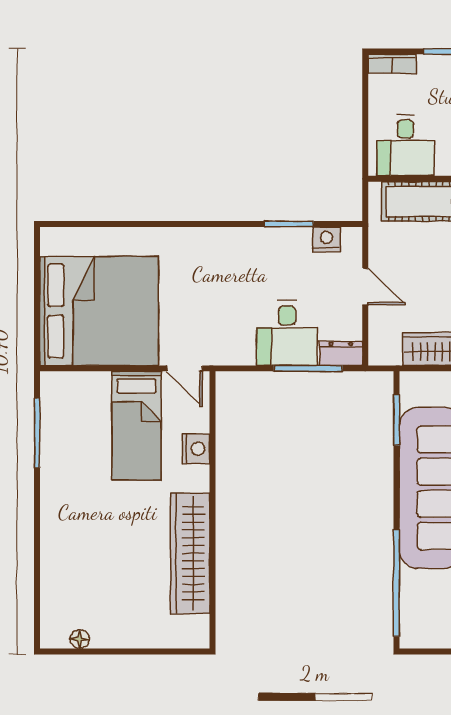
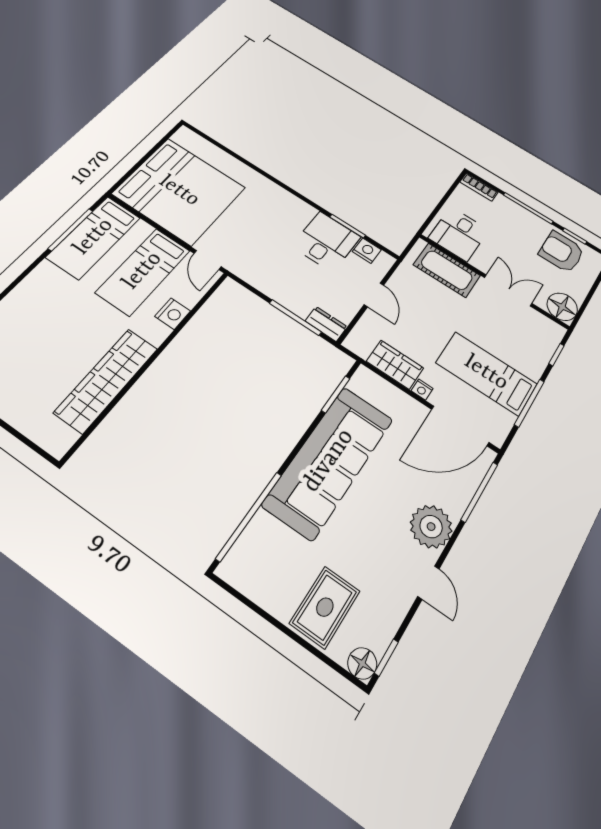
desk: (287, 333) -> (326, 242), moved, turned 180
bed: (64, 425) -> (94, 237), added

